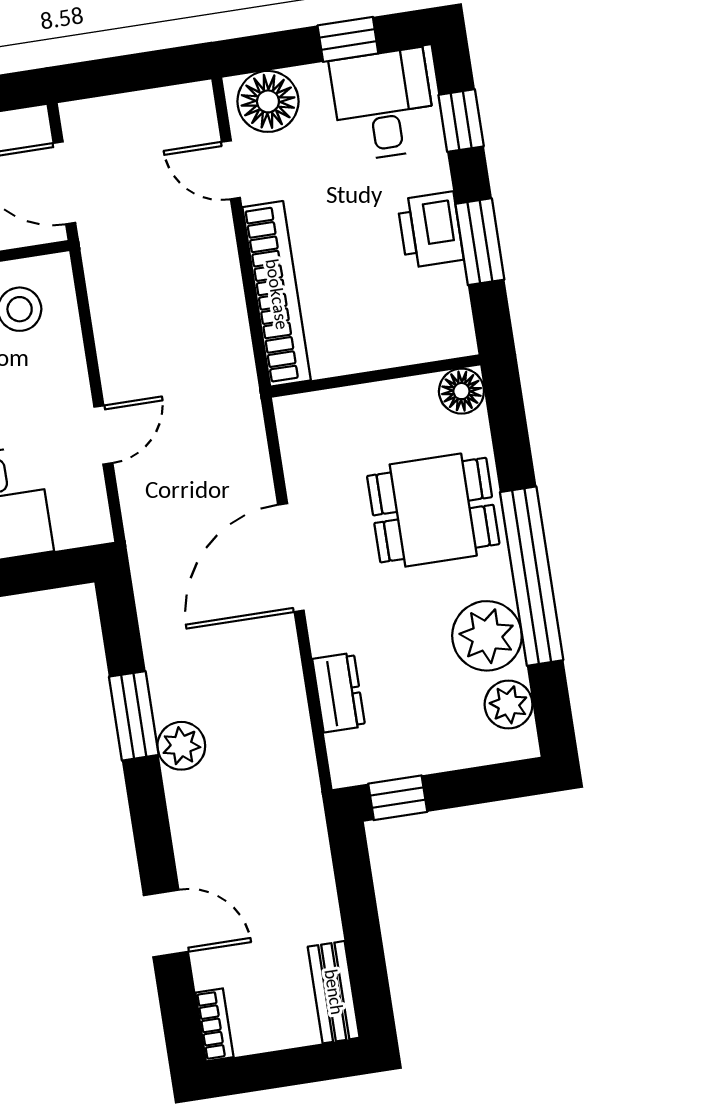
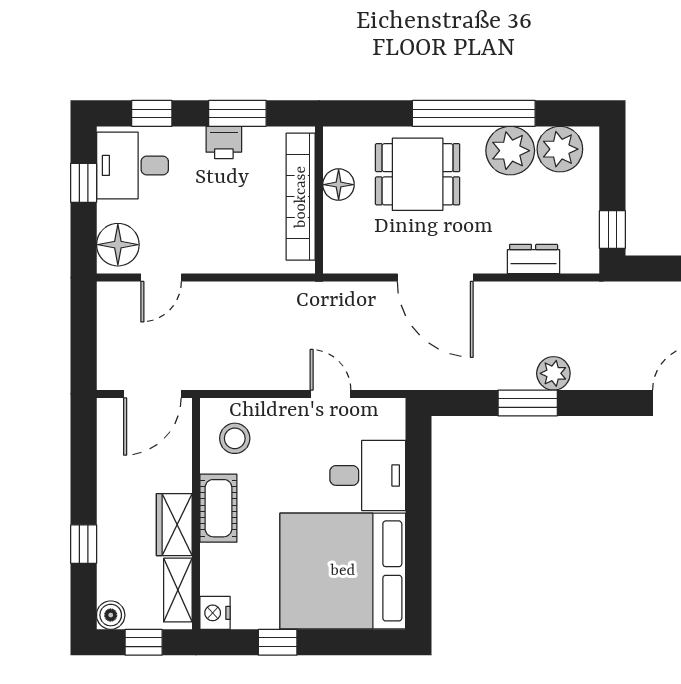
printer: (430, 230) -> (224, 142), width x0.73, depth x0.81
bookcase: (277, 294) -> (301, 197), moved, turned -90
floor lamp: (461, 391) -> (339, 185), moved
dining table: (433, 510) -> (418, 174), turned 90
plant: (509, 705) -> (560, 149), width x1.36, depth x1.36

